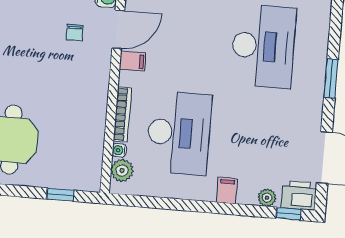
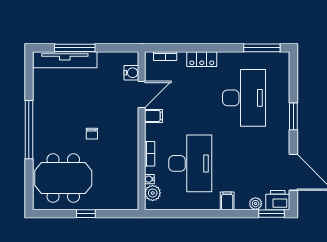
chair: (75, 33) -> (92, 134), moved
bookcase: (122, 114) -> (150, 154), width x0.64
window: (60, 195) -> (86, 214), moved
window: (288, 214) -> (272, 214), width x1.50

